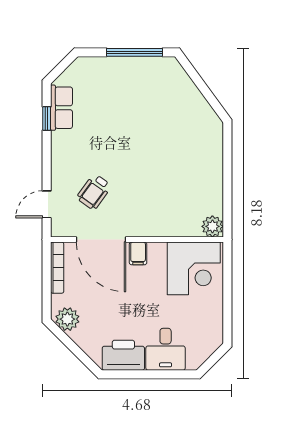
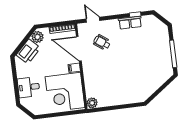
row of seats: (61, 108) -> (130, 23), moved
door: (101, 240) -> (79, 49), hinge flipped
corner desk: (194, 268) -> (65, 92), width x1.36, depth x1.36
printer: (123, 355) -> (28, 51), moved, turned 45

